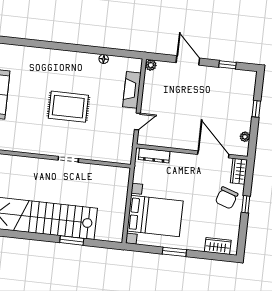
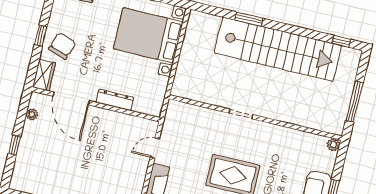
dresser: (154, 155) -> (115, 100), moved

